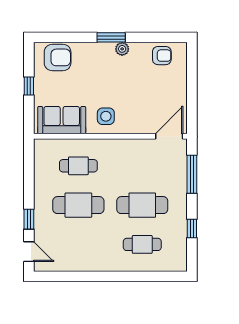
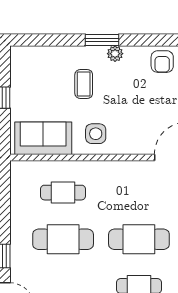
armchair: (162, 56) -> (162, 62), turned 90
armchair: (58, 57) -> (38, 64), removed
coffee table: (96, 74) -> (84, 84), added

